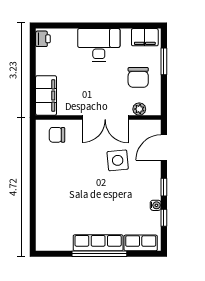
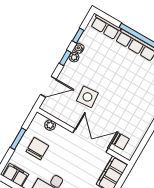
window: (164, 61) -> (18, 139), moved
double door: (105, 118) -> (91, 140), moved
plant: (155, 193) -> (74, 57), added

